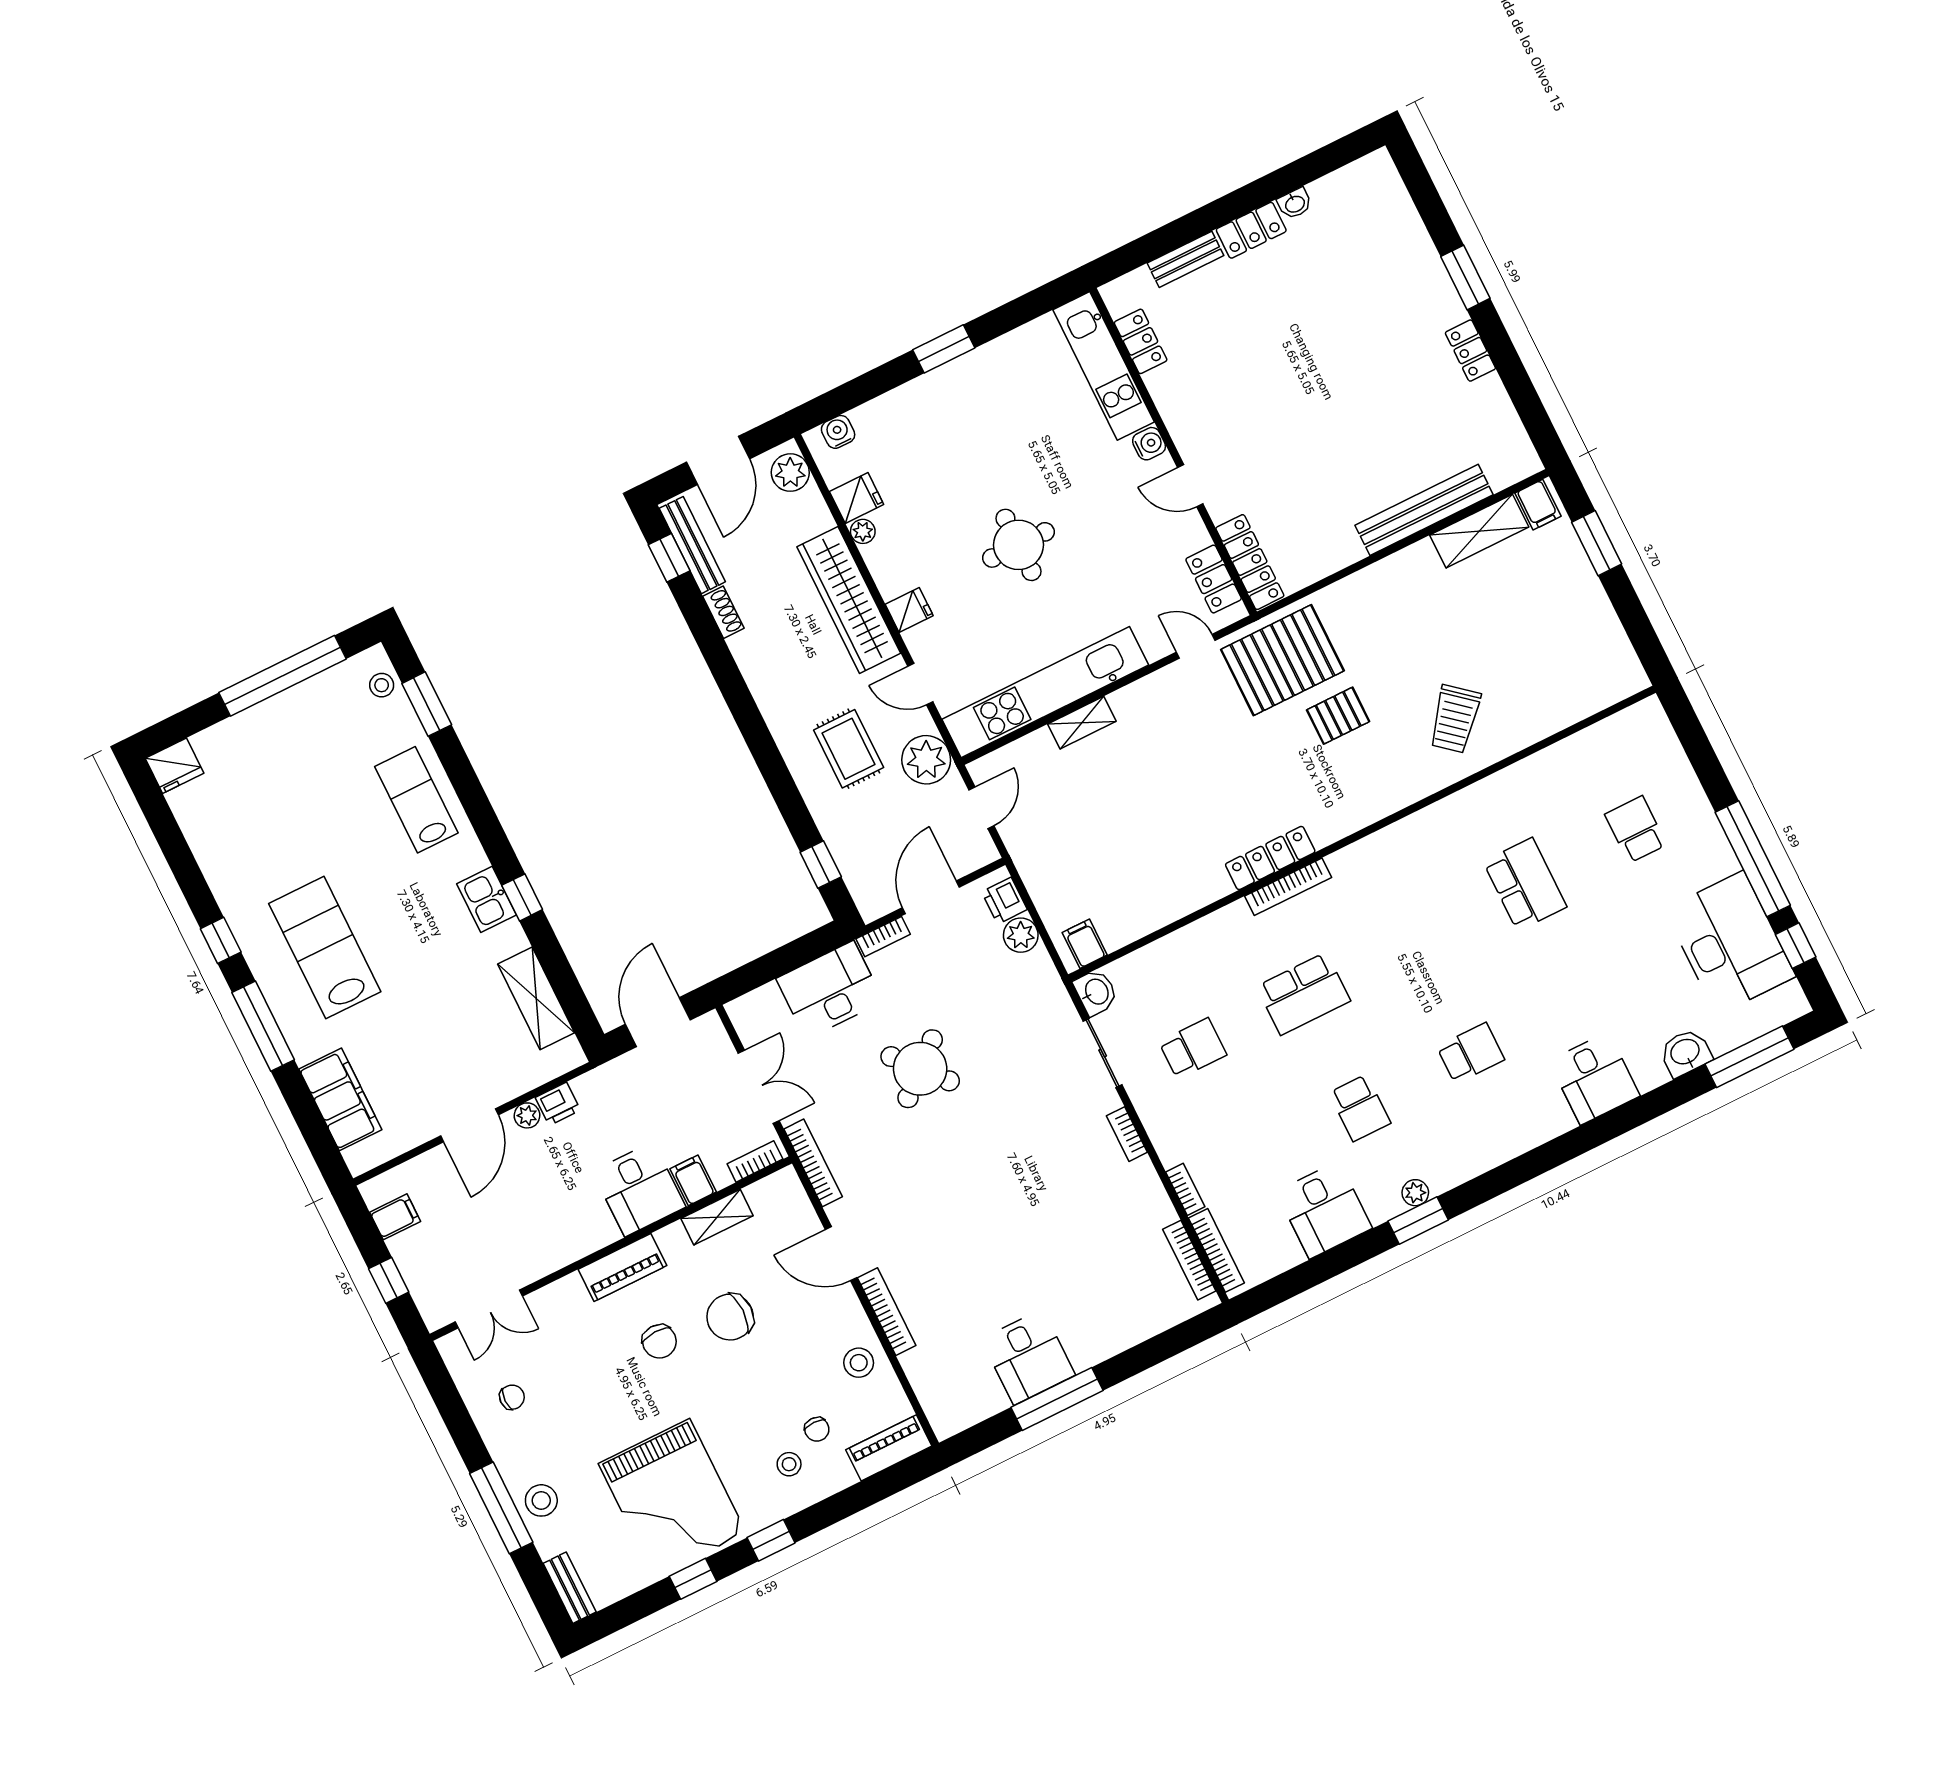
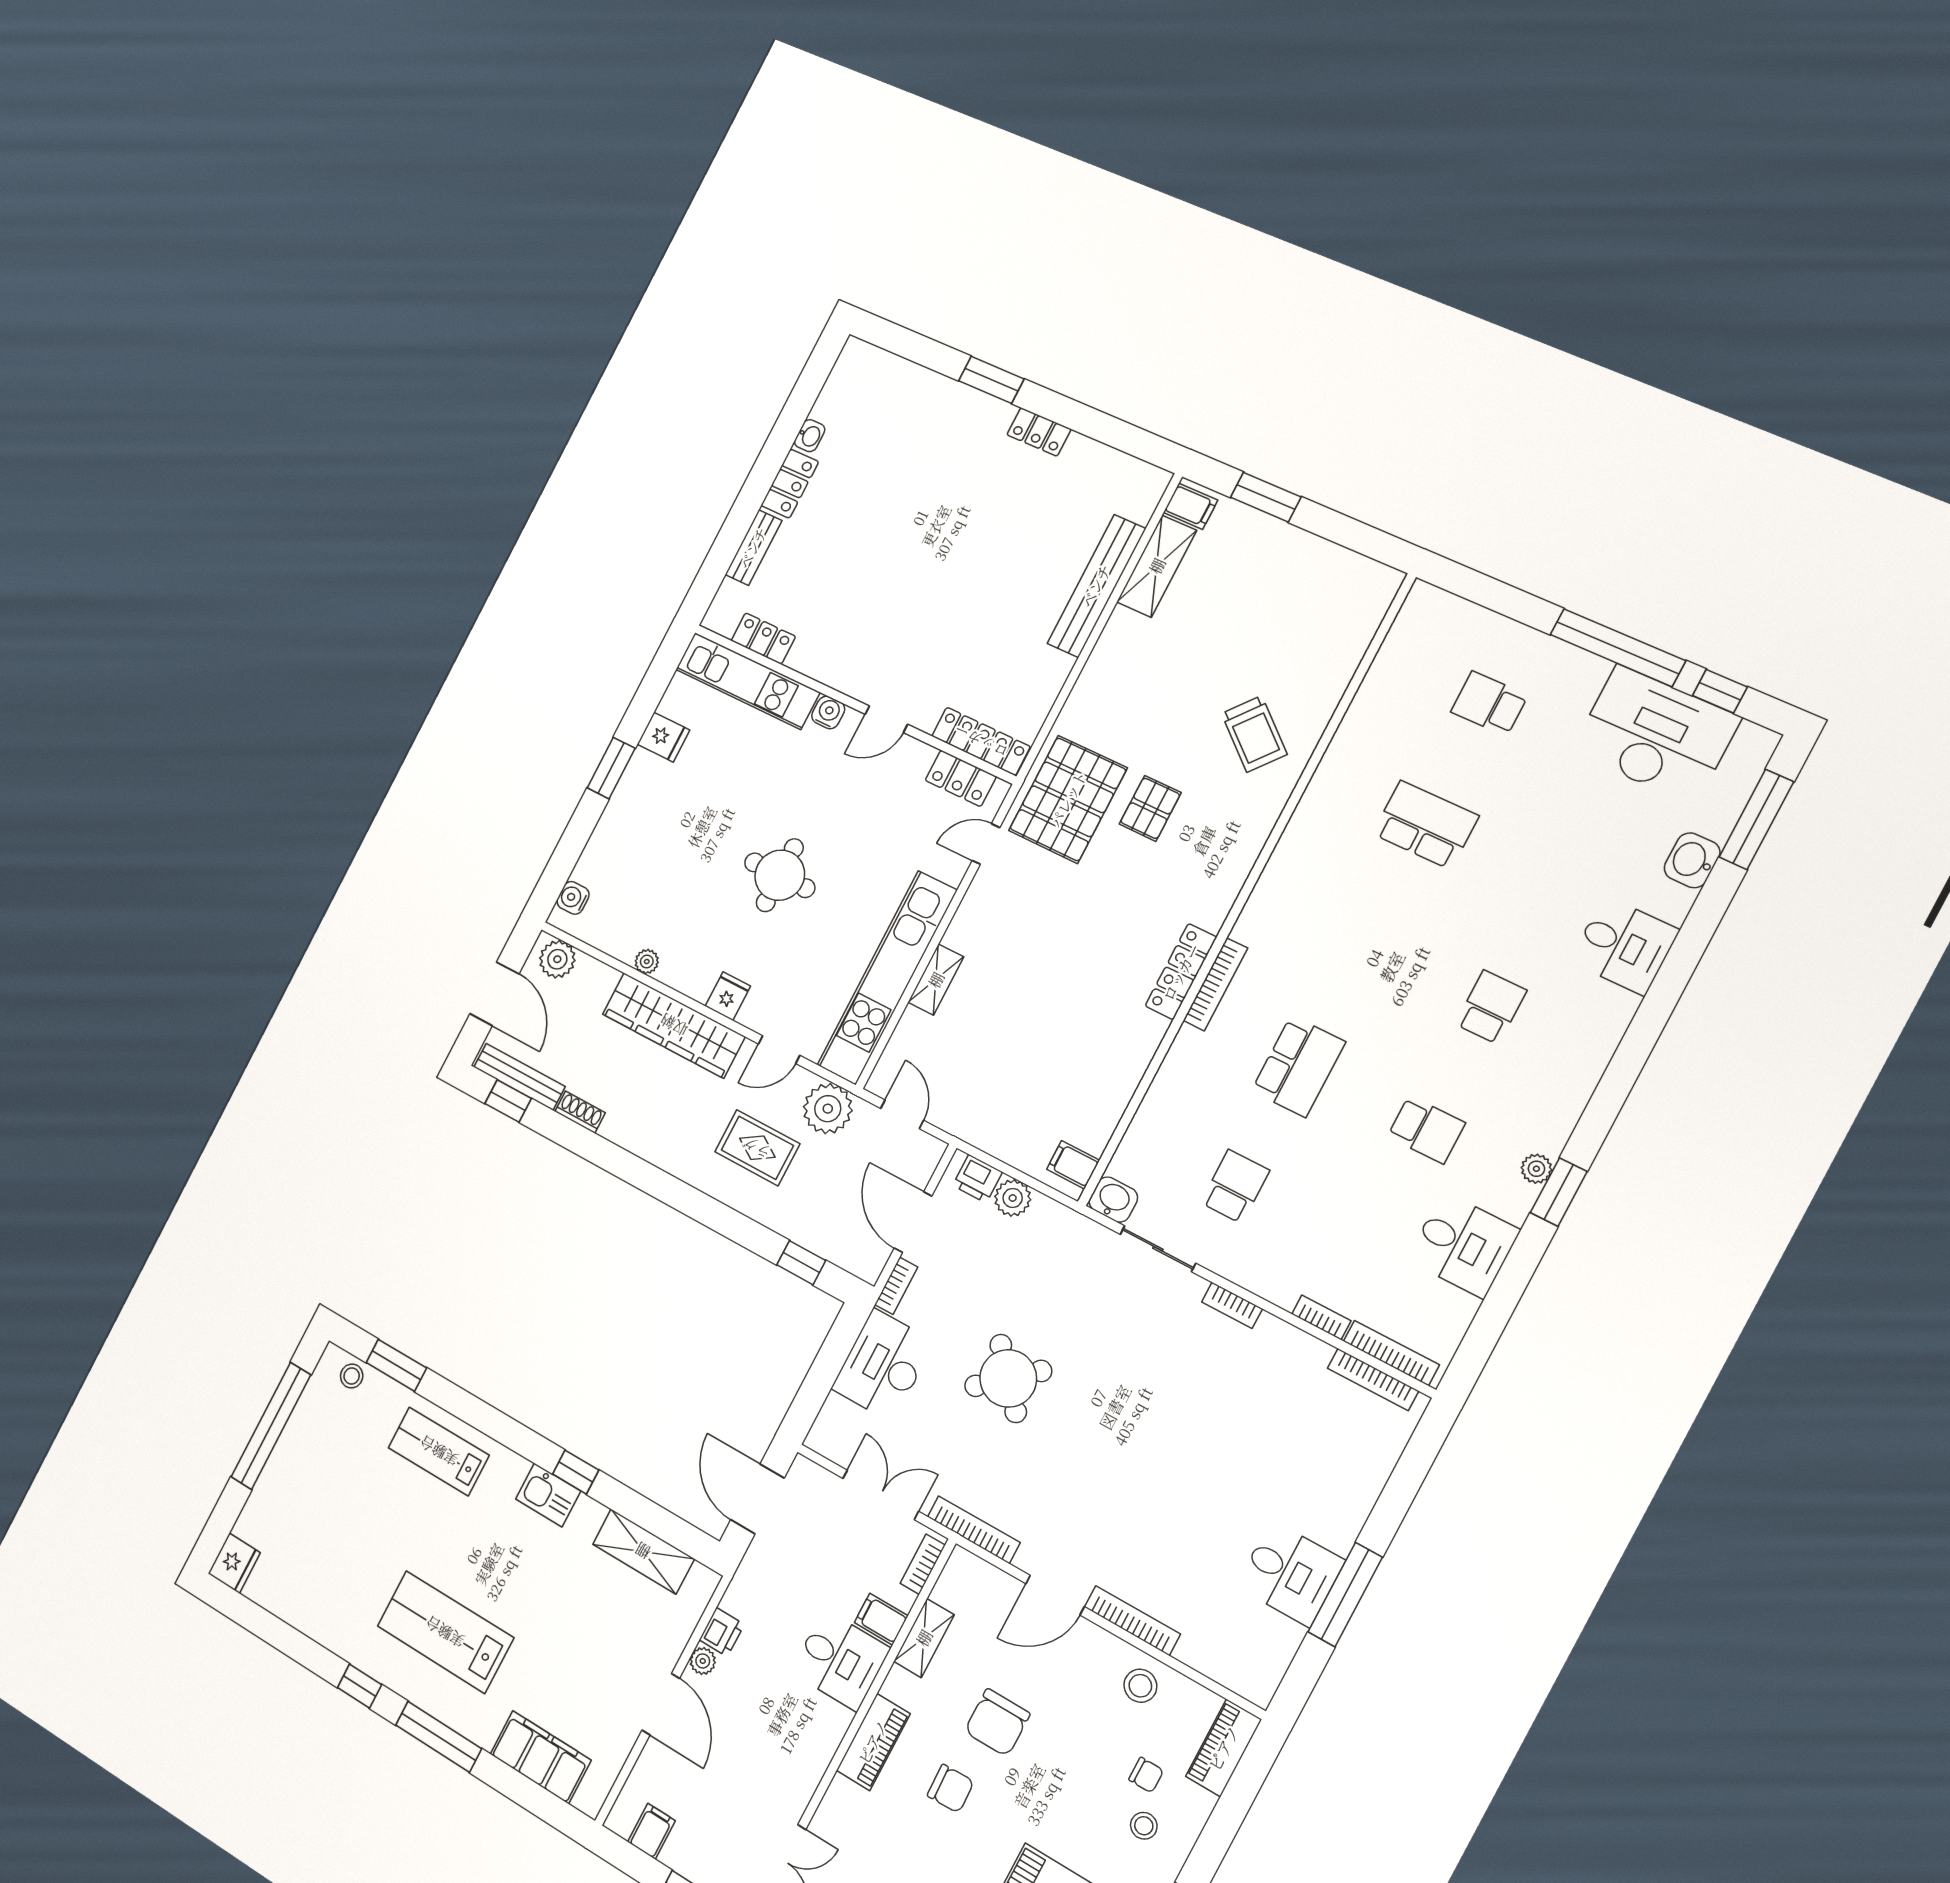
fridge: (857, 498) -> (663, 737), moved, turned 90

